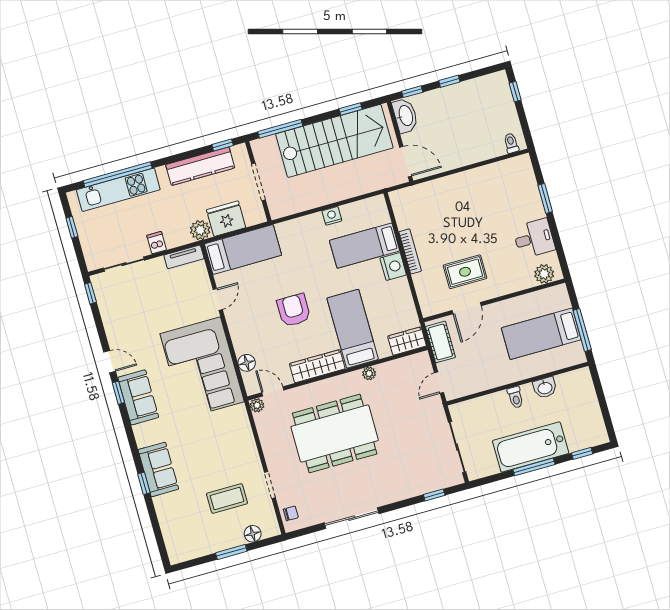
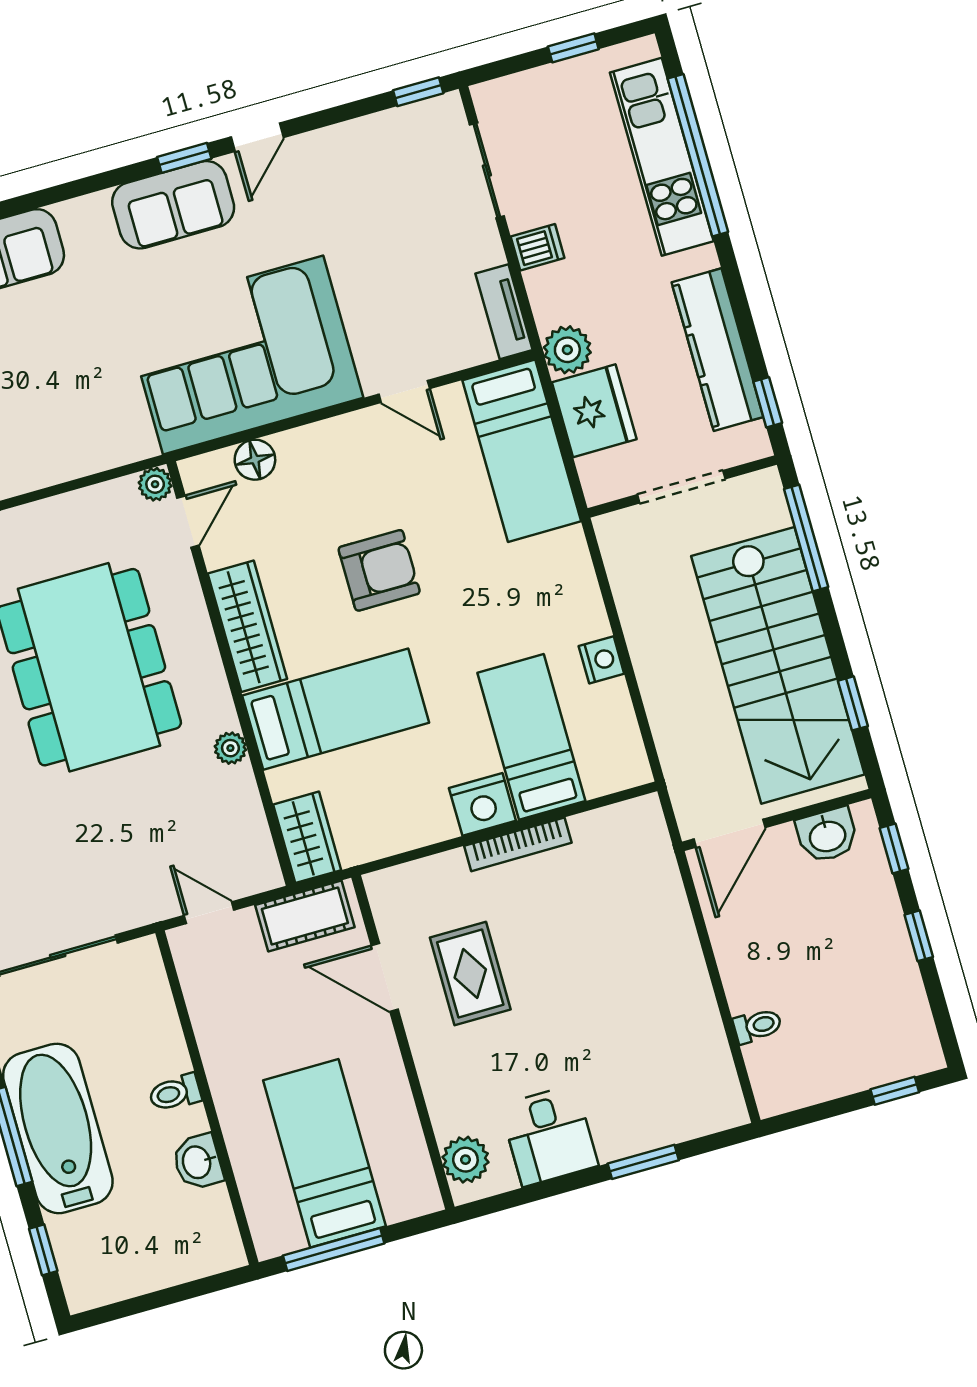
washbasin: (405, 116) -> (827, 835), width x0.72
toilet: (511, 143) -> (757, 1026), moved

